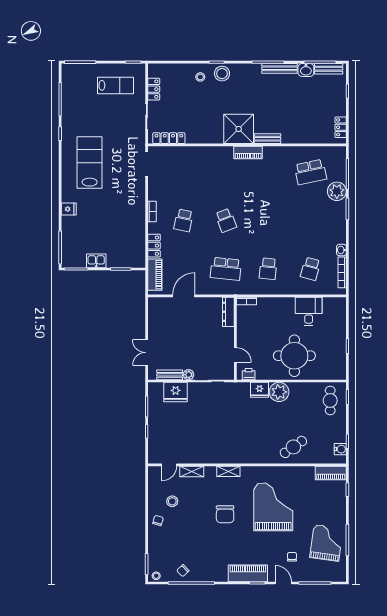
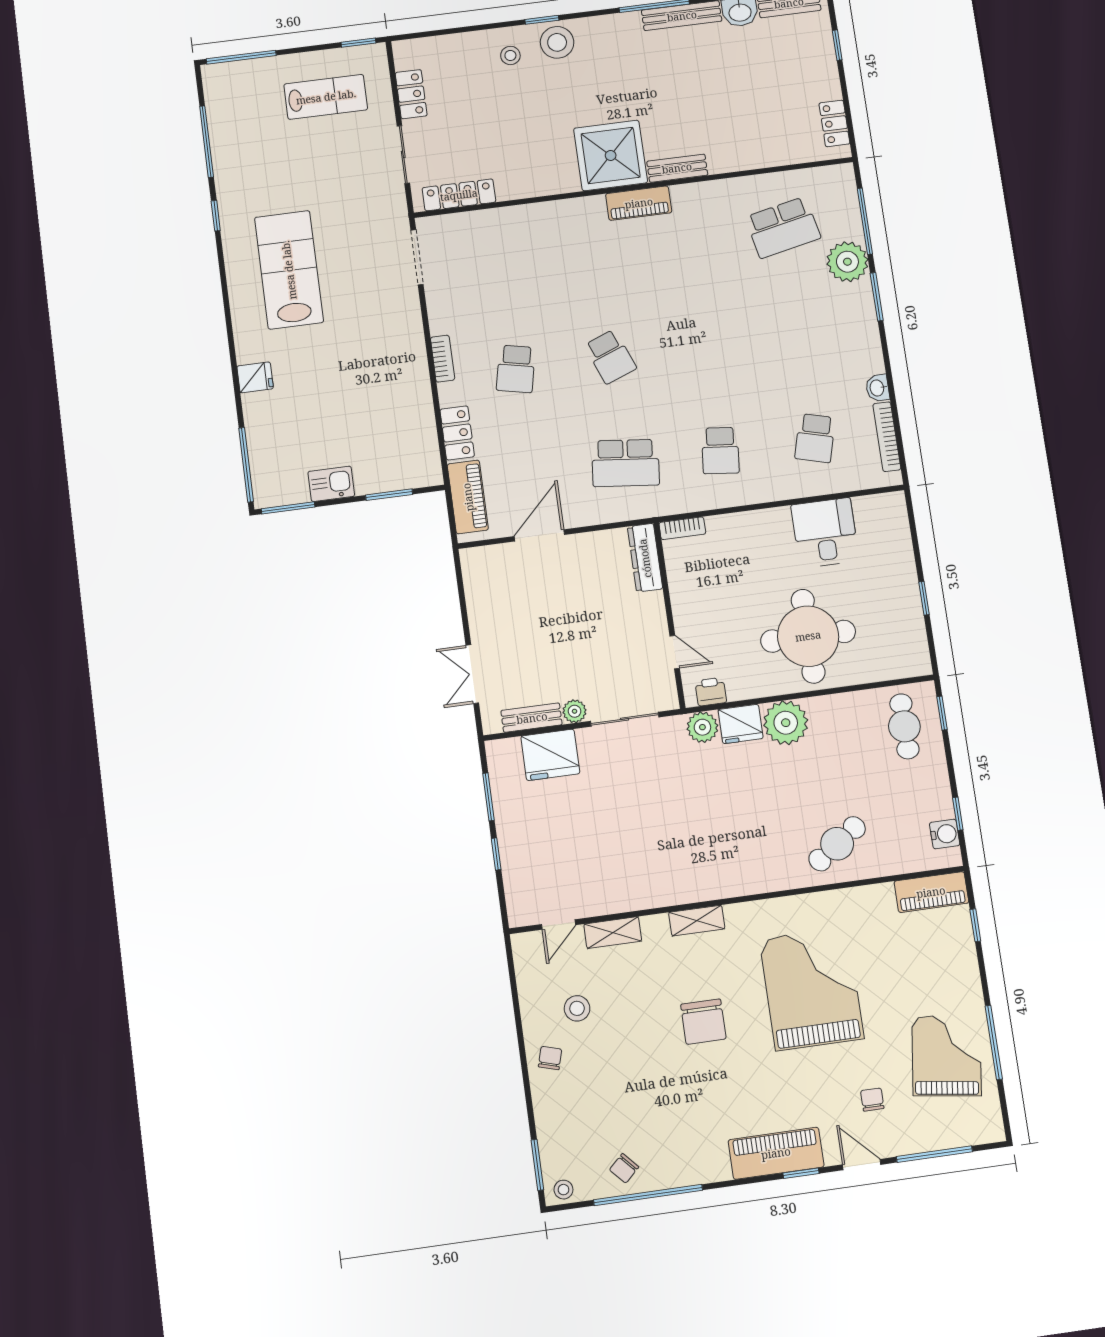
plant: (243, 389) -> (702, 727), added

